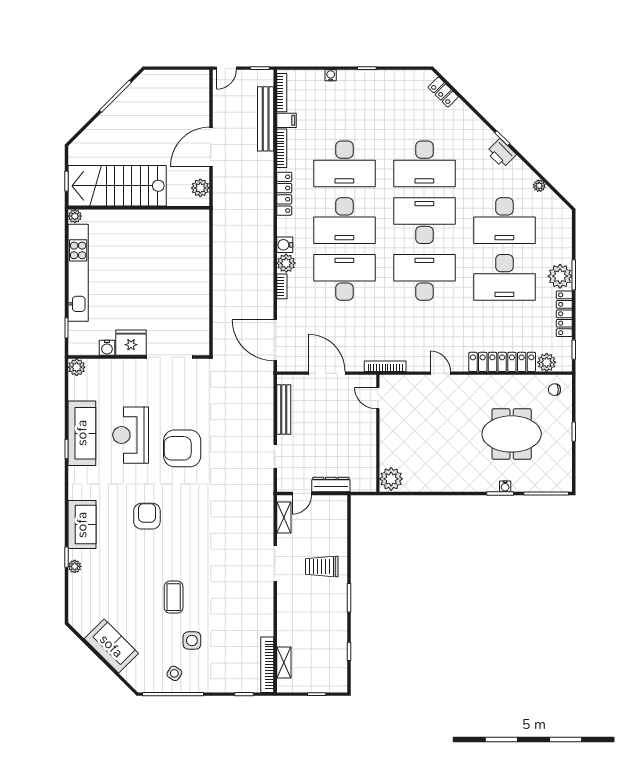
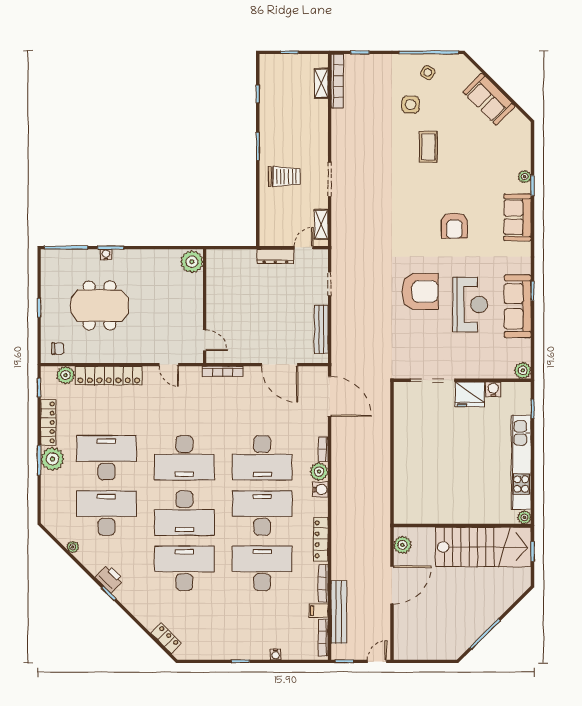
door: (378, 398) -> (205, 340), moved
wall: (378, 433) -> (205, 306), moved
plant: (391, 479) -> (192, 262), moved

